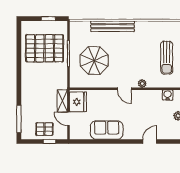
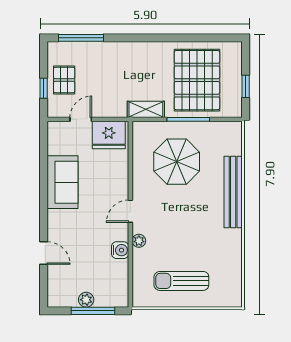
water cooler: (168, 95) -> (120, 250), moved
shelving: (62, 101) -> (146, 109), moved

